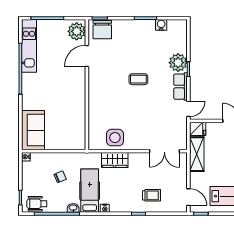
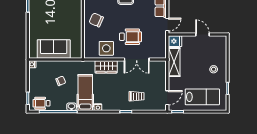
chair: (103, 103) -> (96, 20), added
wheelchair: (144, 124) -> (131, 37), added
sofa: (33, 130) -> (54, 49), moved, turned -90
double door: (164, 151) -> (137, 59), moved
door: (188, 197) -> (167, 98), hinge flipped

